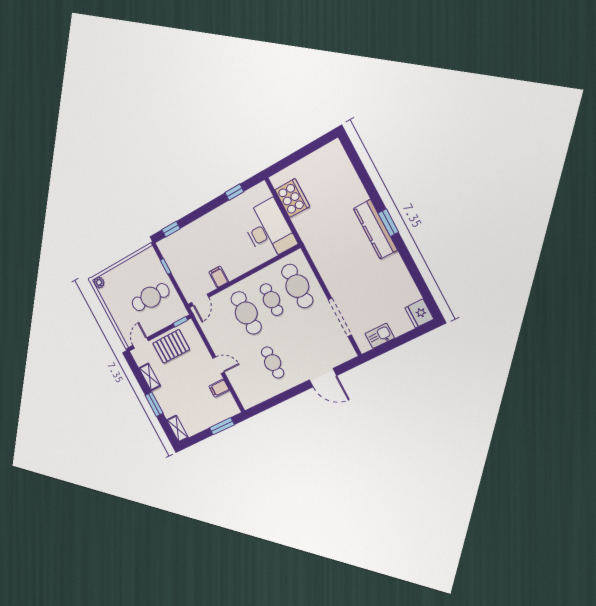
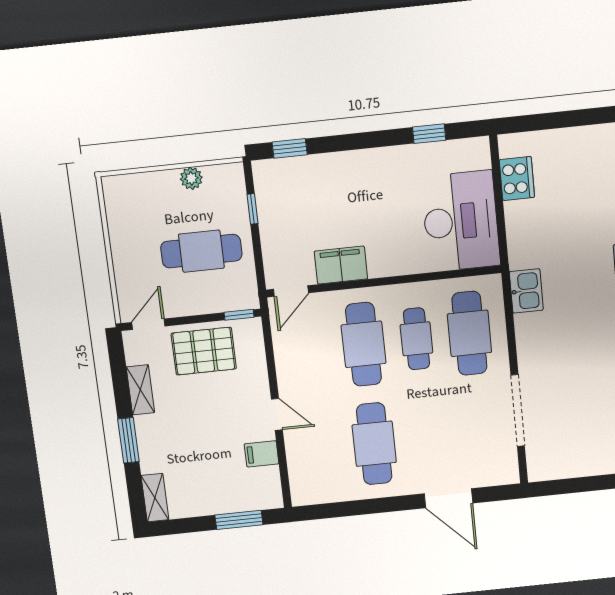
cooker: (292, 198) -> (517, 178), width x0.73, depth x0.76
filing cabinet: (219, 277) -> (341, 265), width x2.00
plant: (99, 282) -> (191, 178), moved
kitchen sink: (380, 336) -> (526, 291), moved, turned 90
cafe table: (273, 363) -> (374, 444), width x1.37, depth x1.35

